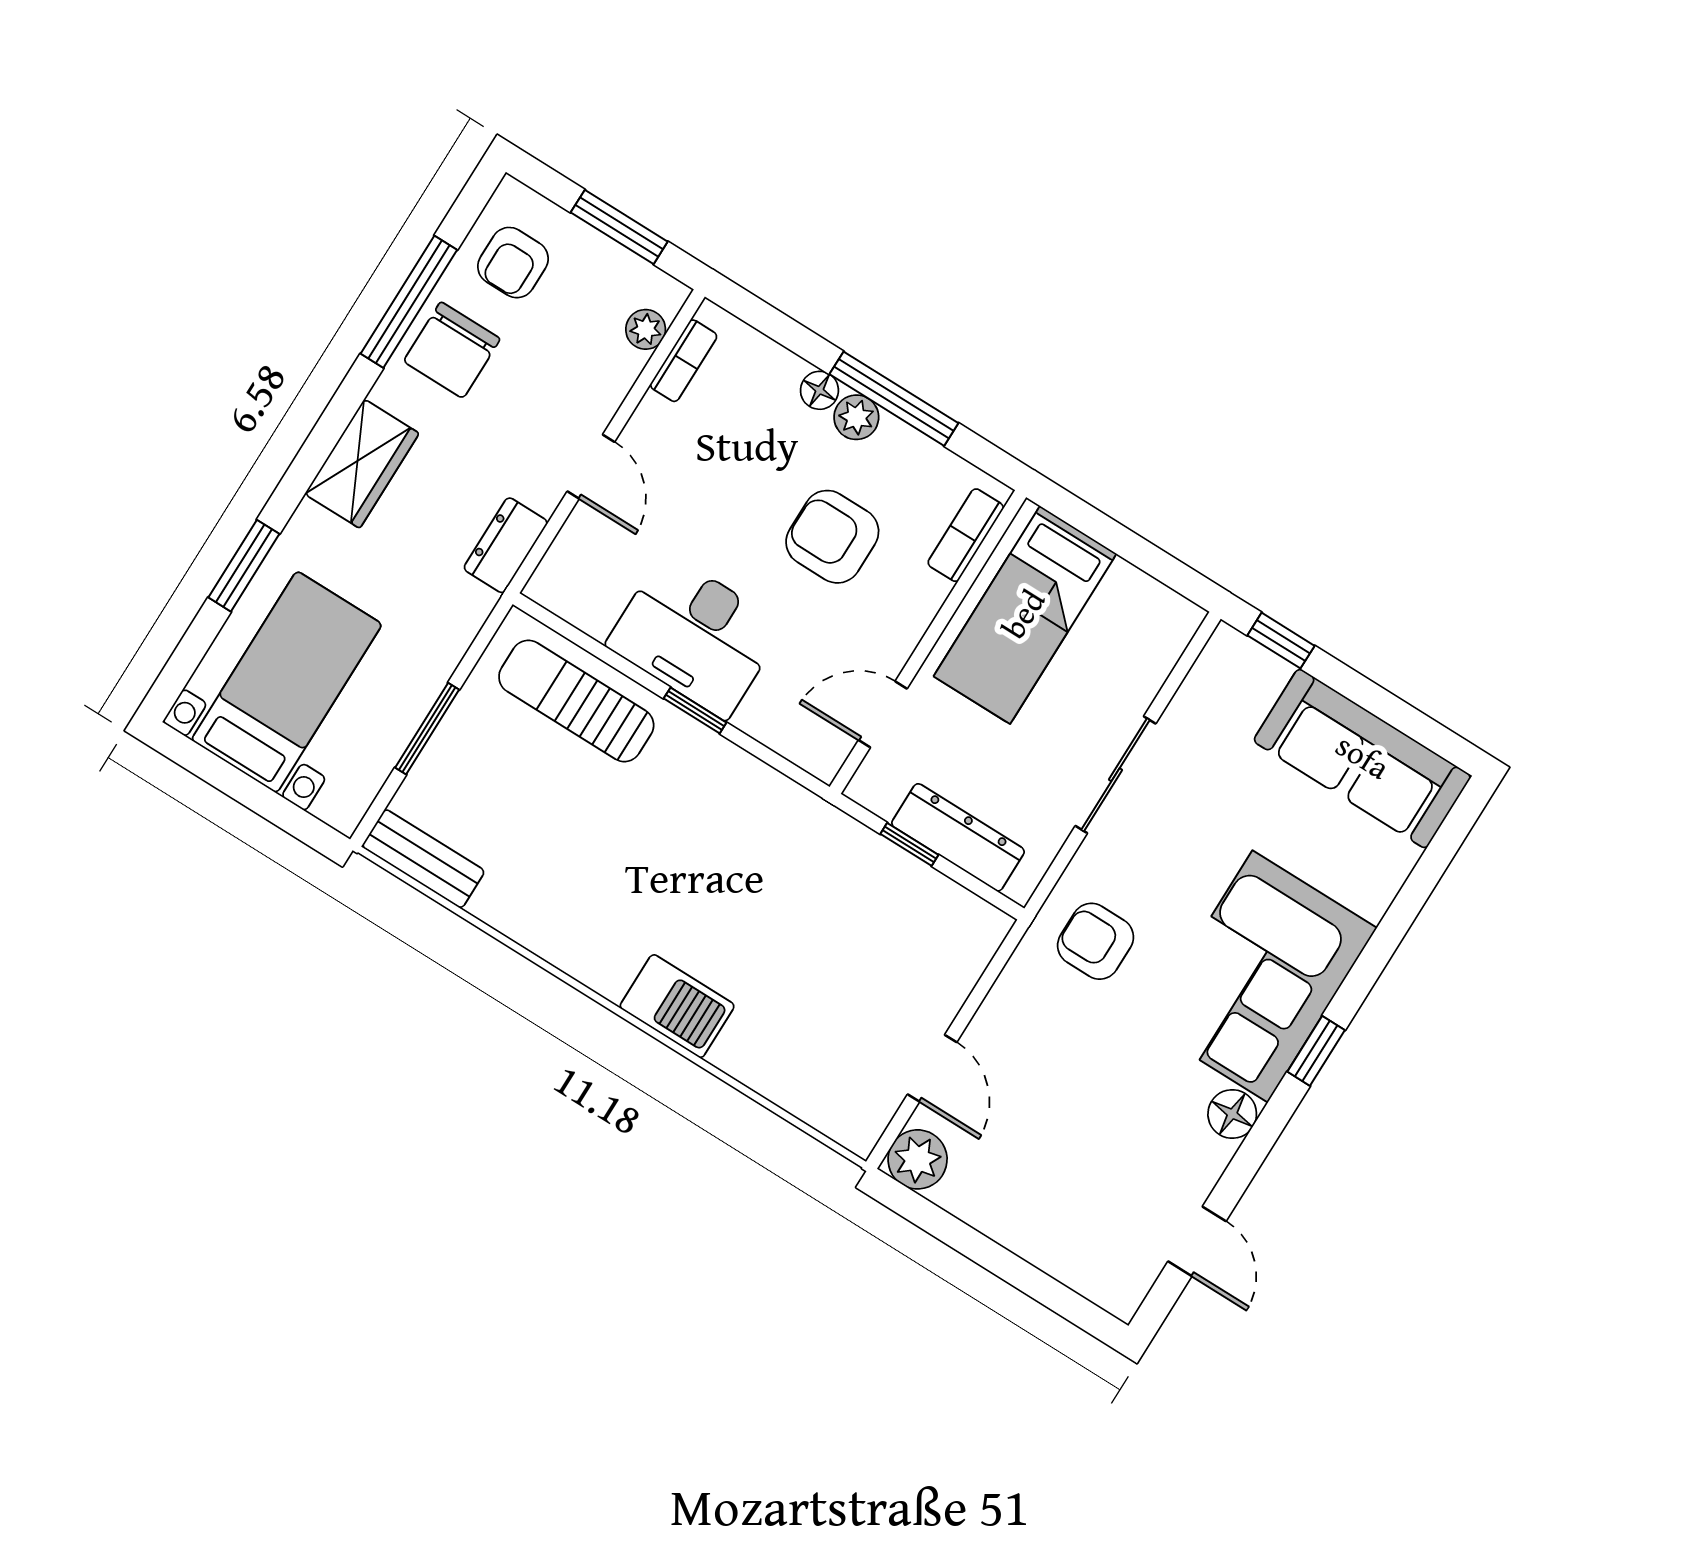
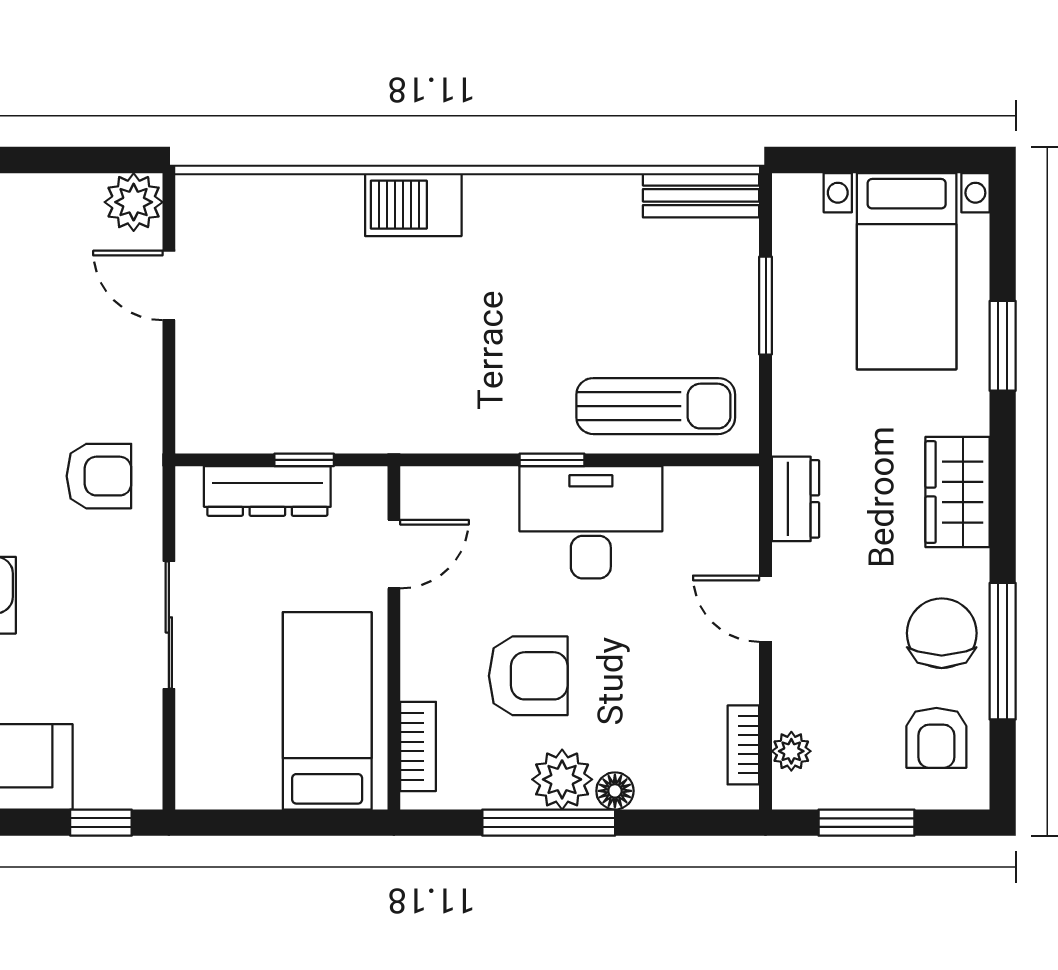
armchair: (513, 263) -> (936, 738), turned 180
plant: (856, 417) -> (562, 779), width x1.38, depth x1.38

